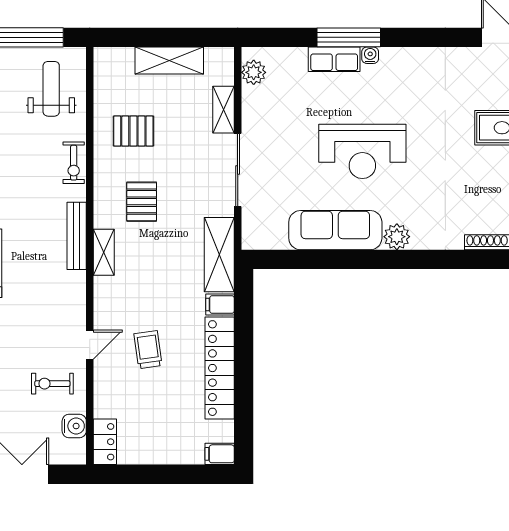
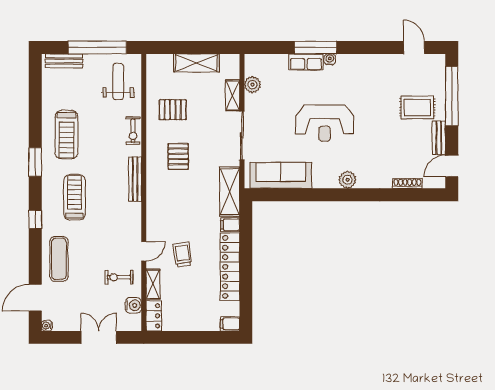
plant: (254, 72) -> (252, 85), moved
sofa: (335, 230) -> (281, 175), moved
shelving: (104, 252) -> (153, 284), moved

